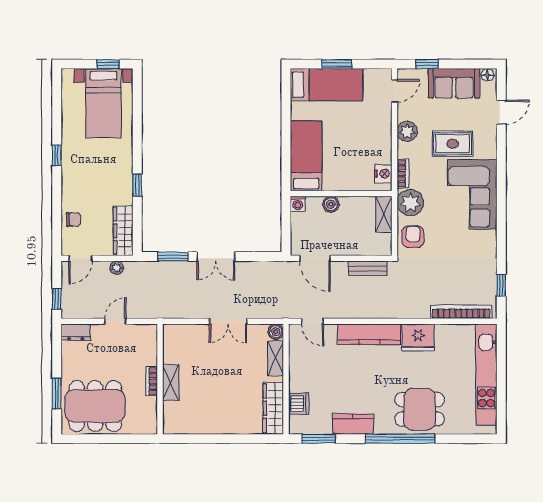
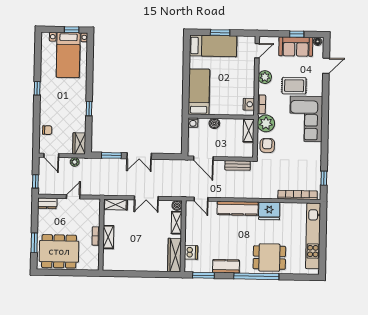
window: (427, 64) -> (297, 34), moved
wardrobe: (123, 231) -> (79, 143), width x0.67
door: (80, 258) -> (51, 155), hinge flipped
shelving: (181, 332) -> (115, 205), added

